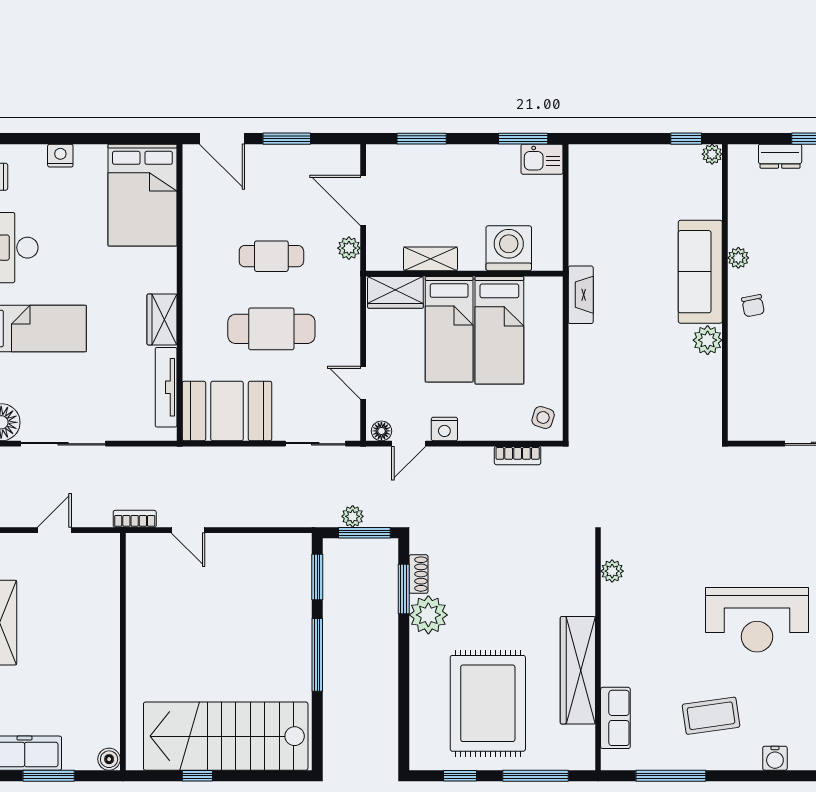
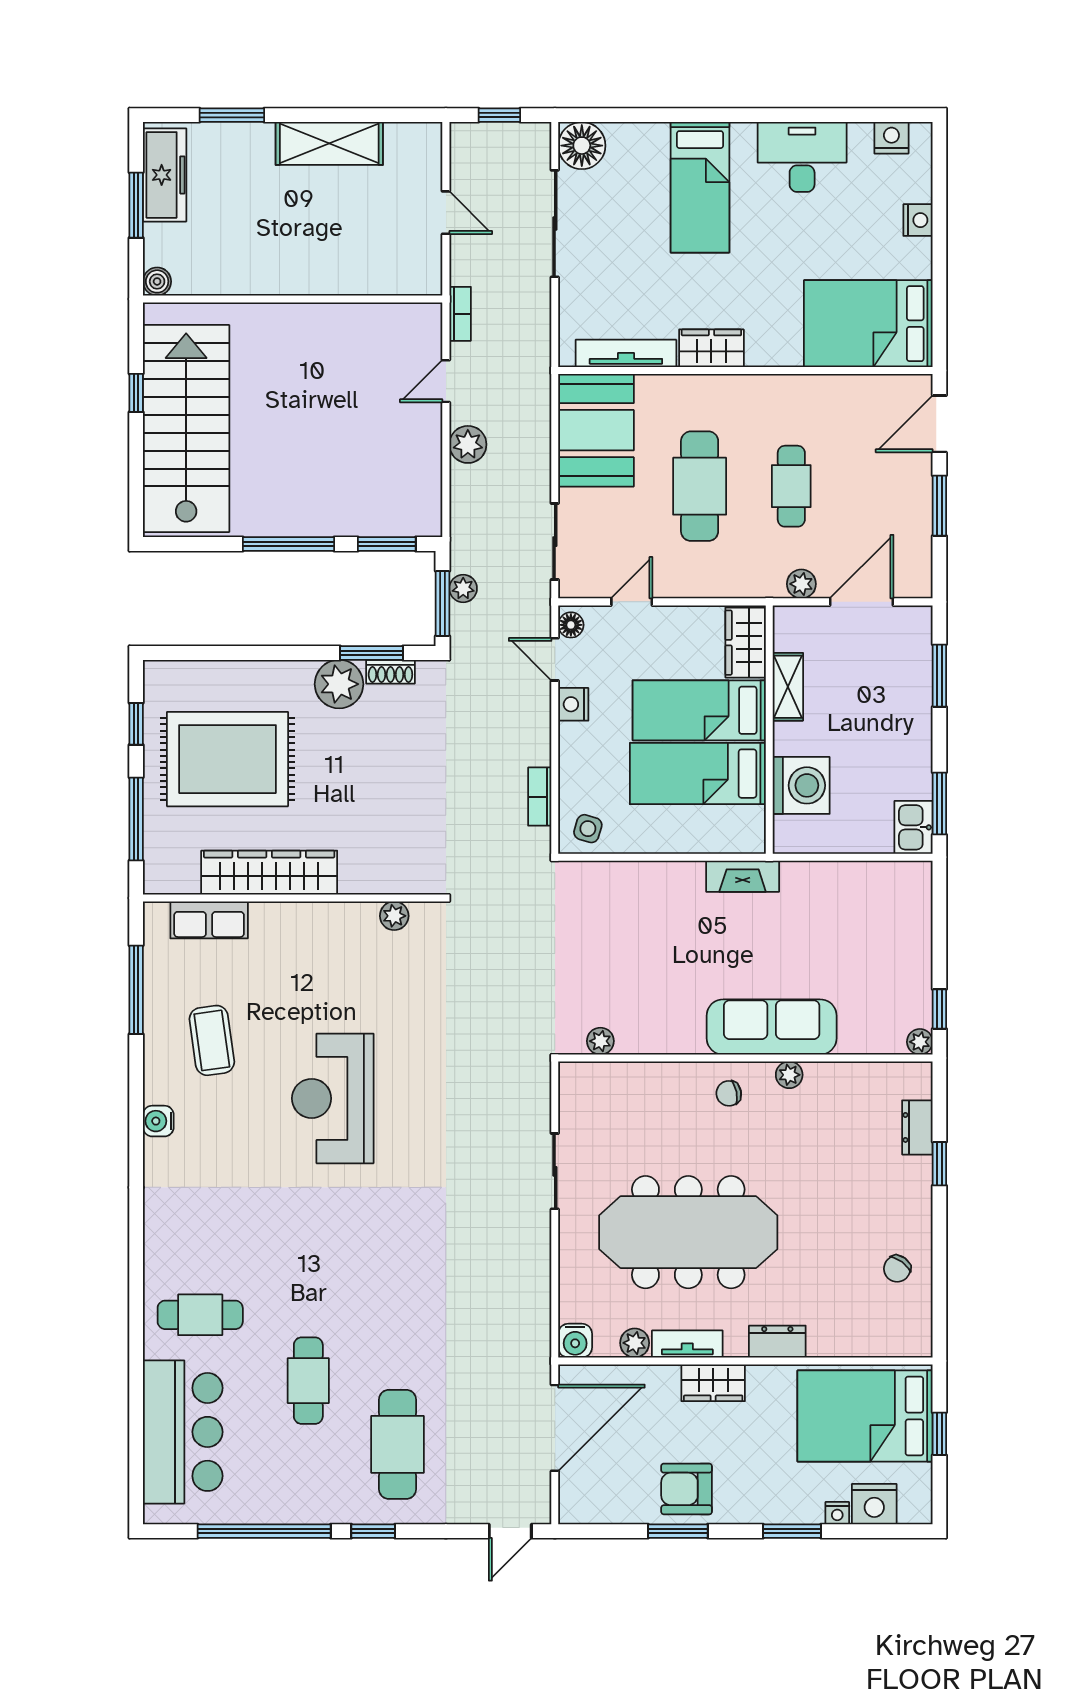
plant: (708, 340) -> (600, 1041), moved, width x0.73, depth x0.73
plant: (238, 513) -> (468, 444), added

